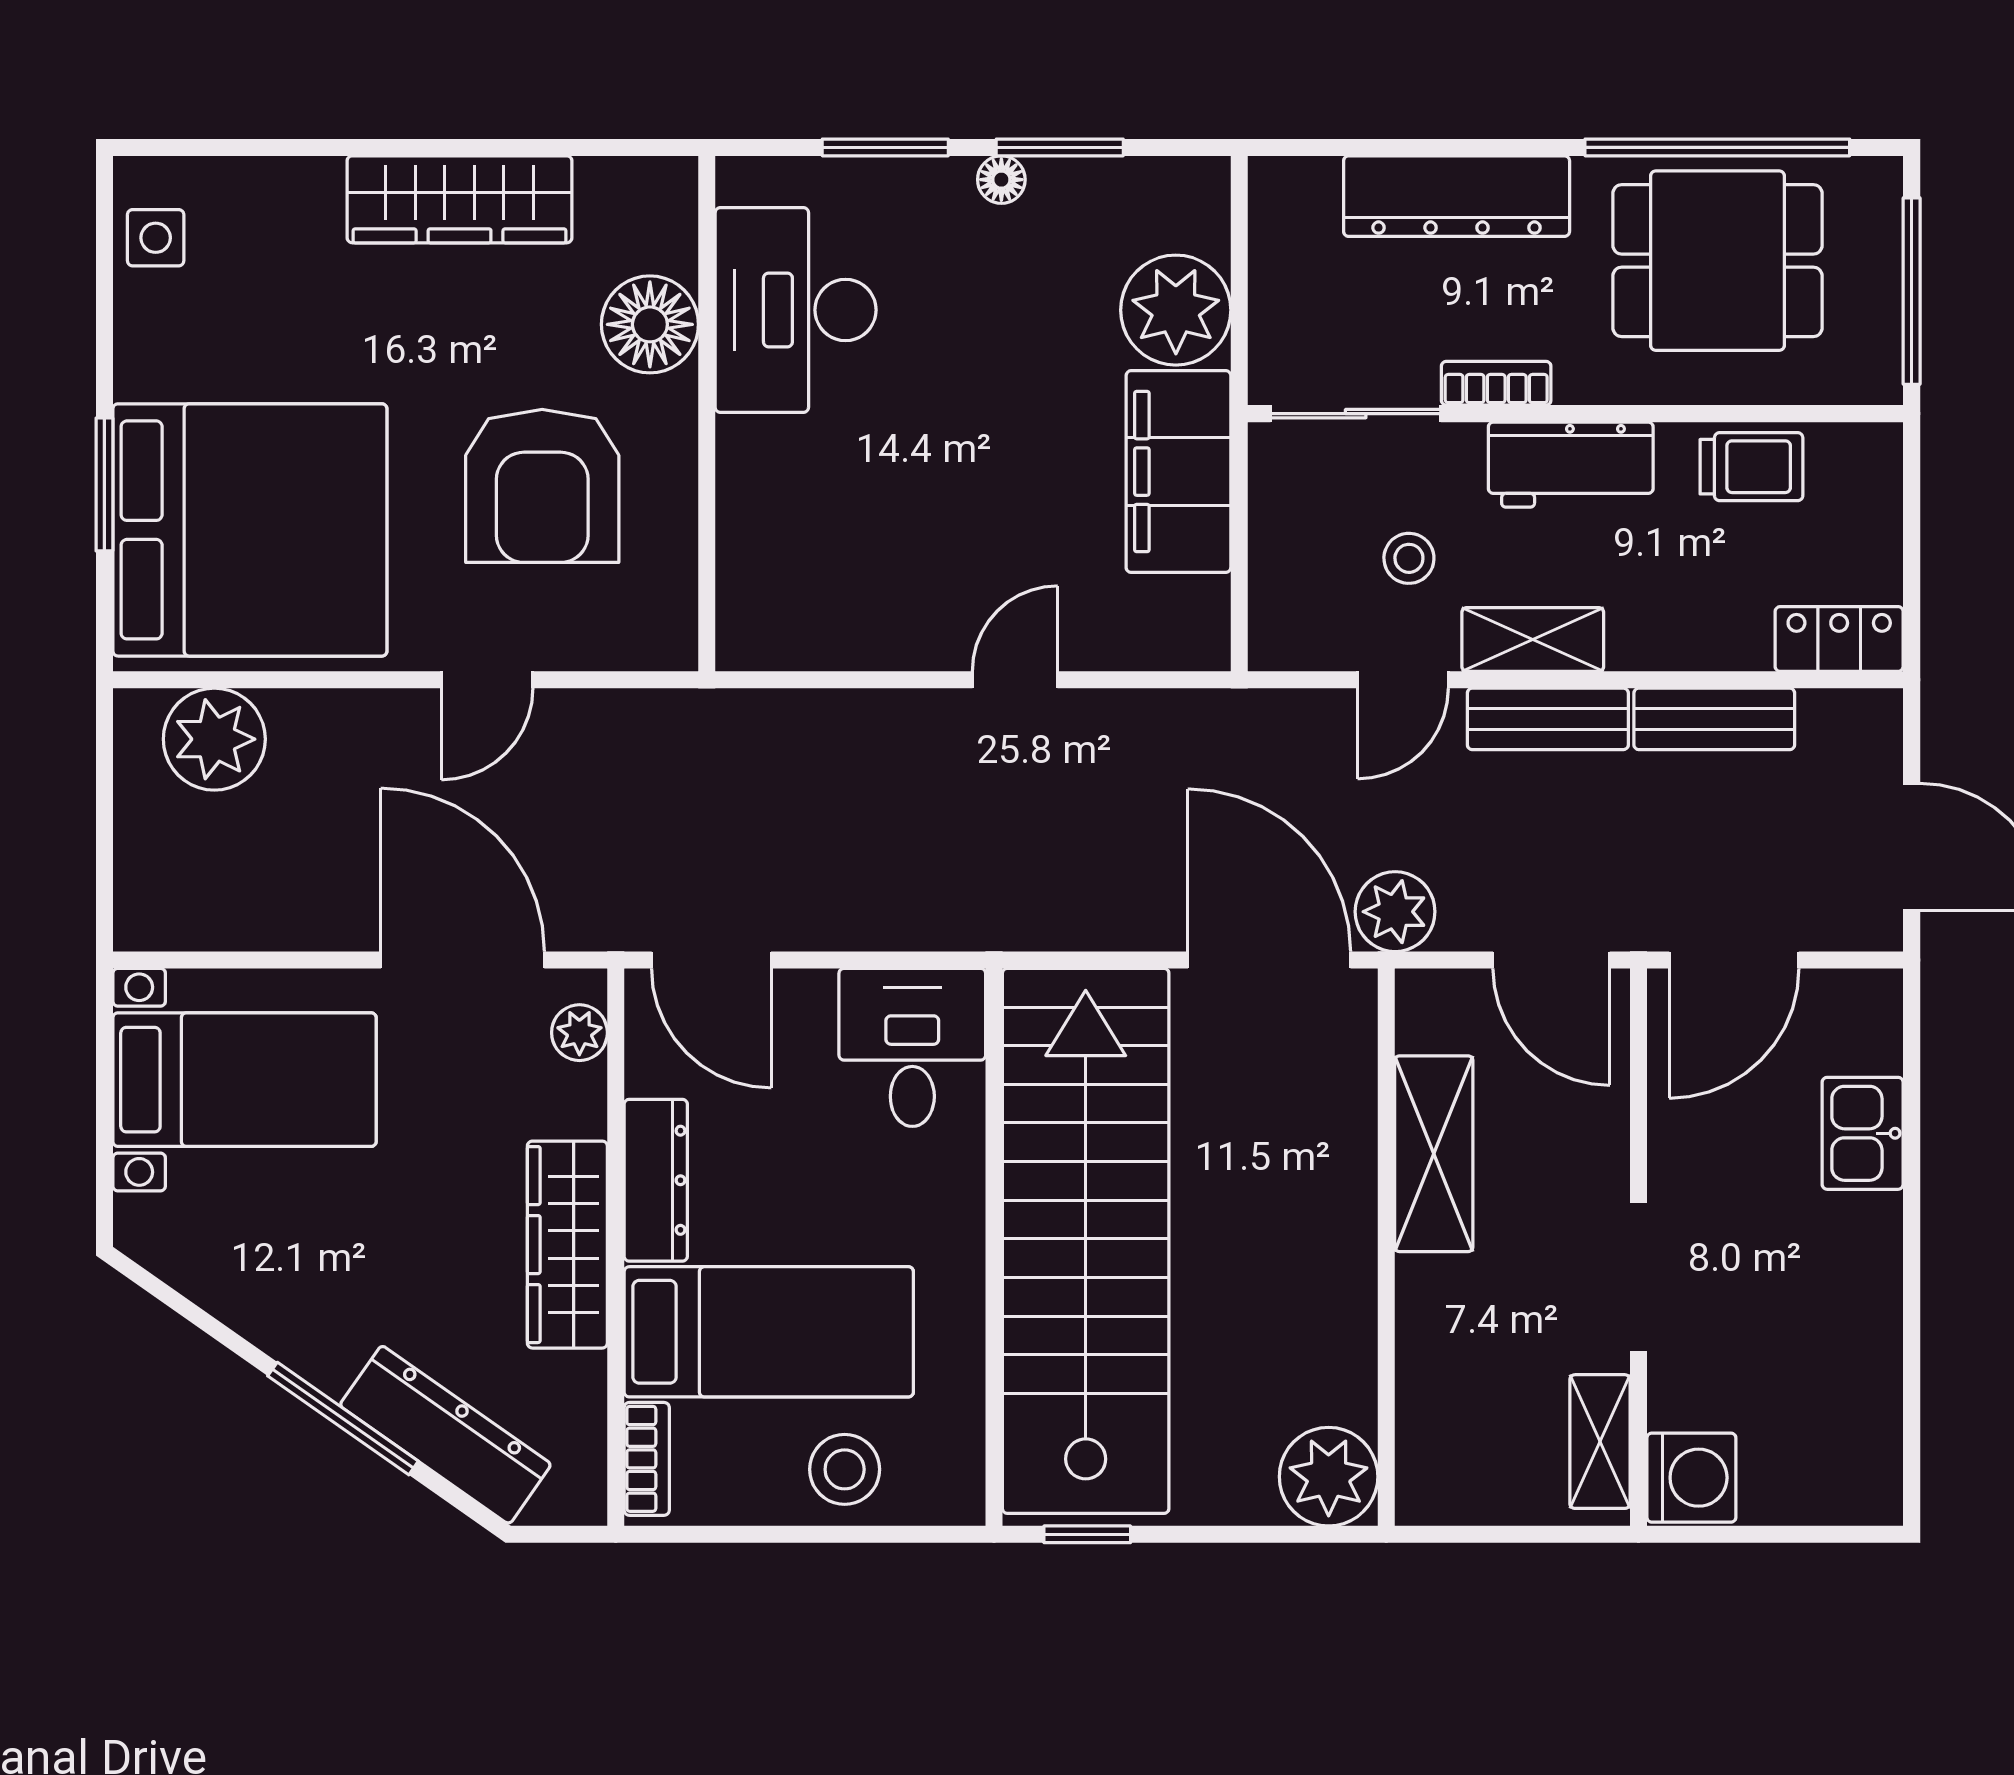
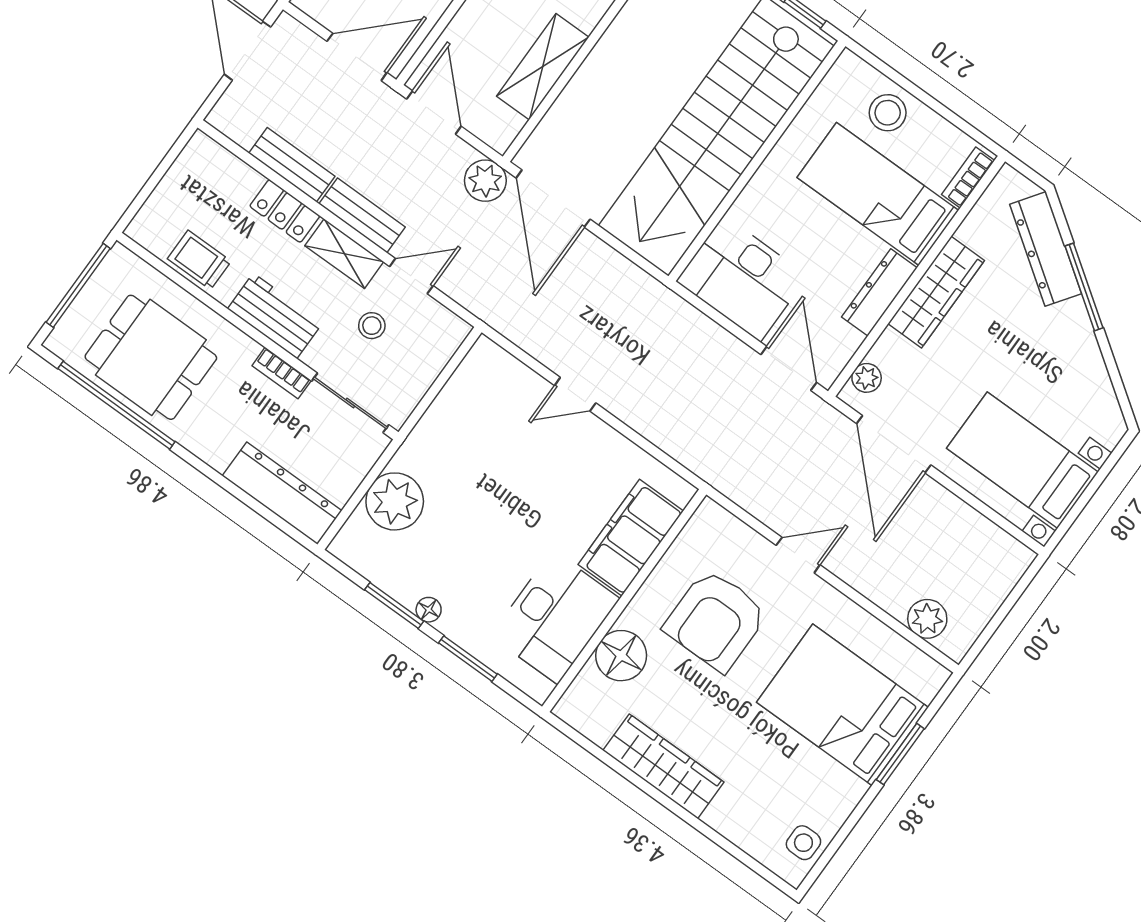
dresser: (1457, 196) -> (282, 493), moved
filing cabinet: (1178, 472) -> (631, 538), moved, turned 180
armchair: (542, 486) -> (716, 620), turned 180
bed: (250, 530) -> (842, 705), width x0.73
locker: (1839, 639) -> (285, 211), moved
plant: (214, 739) -> (927, 619), width x0.73, depth x0.73
desk: (912, 1047) -> (742, 279), width x1.37

